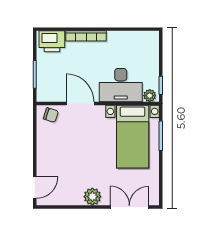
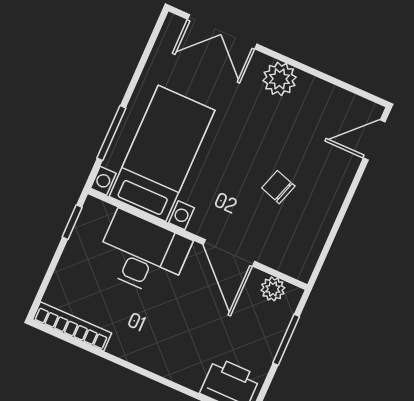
bookcase: (86, 36) -> (72, 326), moved
plant: (150, 96) -> (273, 289), moved
chair: (51, 115) -> (278, 187), moved

